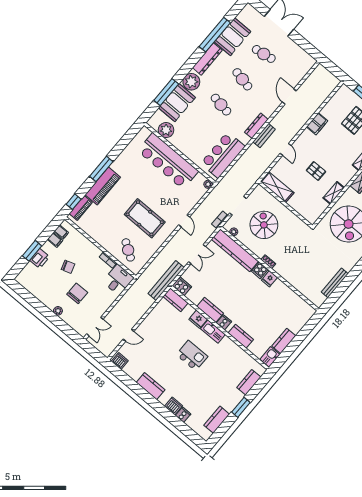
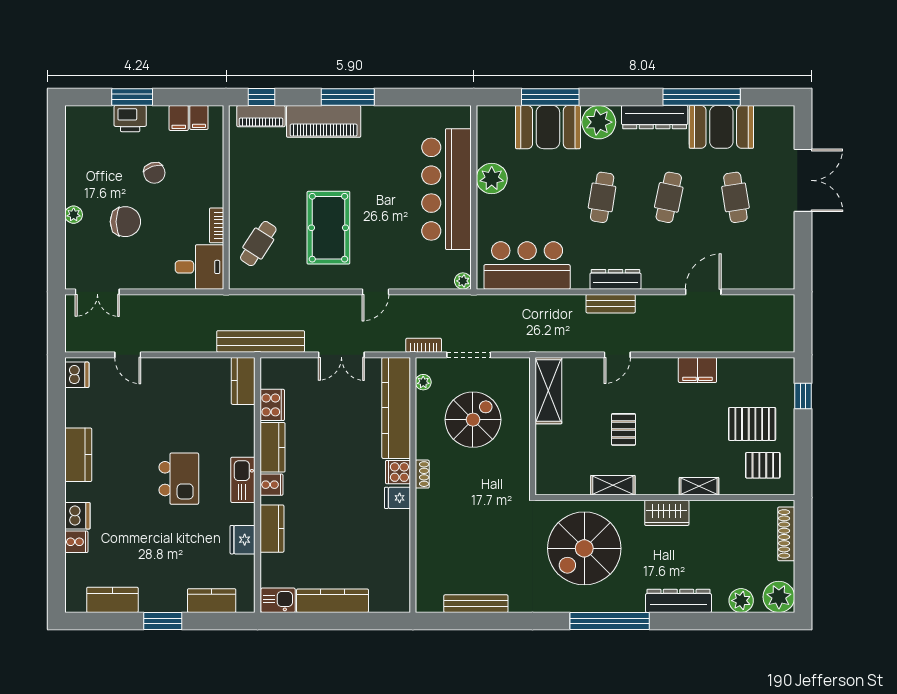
plant: (166, 130) -> (492, 178), moved
cooker: (182, 286) -> (272, 405), moved
fridge: (198, 319) -> (243, 540), moved
kitchen counter: (284, 341) -> (333, 601), width x1.50

